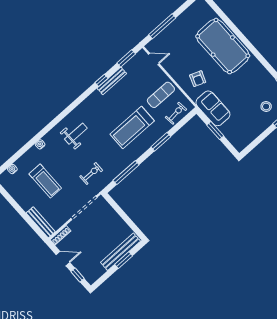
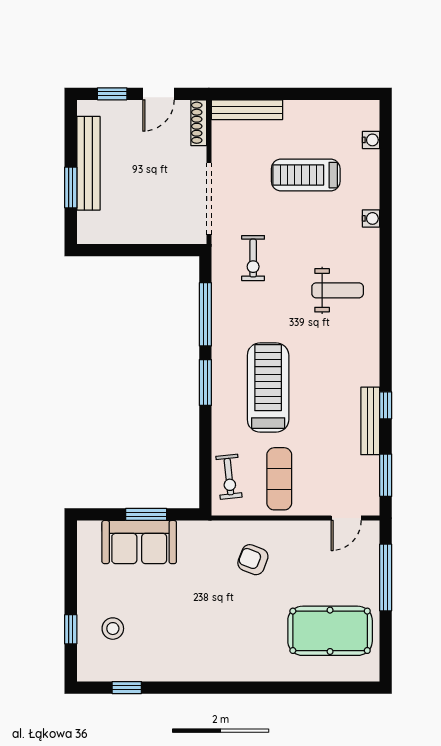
pool table: (223, 46) -> (330, 631), moved, width x0.73, depth x0.76
sofa: (213, 108) -> (139, 542), moved
weight bench: (76, 134) -> (338, 290), turned -90
window: (161, 142) -> (205, 383), moved
bench: (120, 252) -> (88, 163), moved

